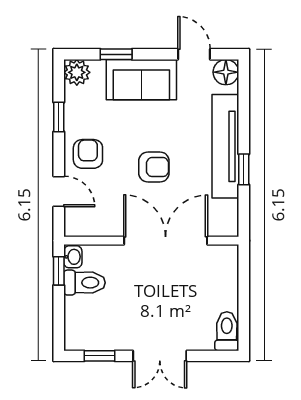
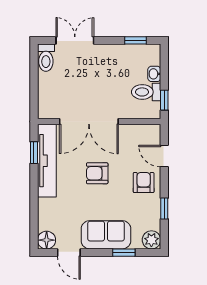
tv unit: (225, 146) -> (47, 161), moved
armchair: (88, 154) -> (144, 183), turned 180
window: (244, 169) -> (34, 153), moved
washbasin: (73, 257) -> (154, 74), moved
double door: (160, 356) -> (75, 40), moved

